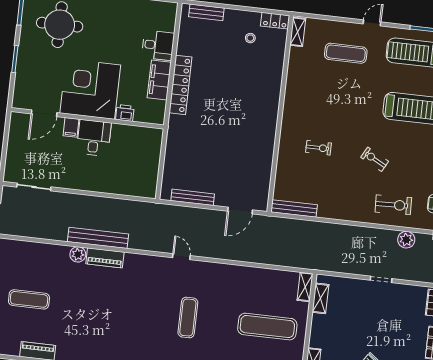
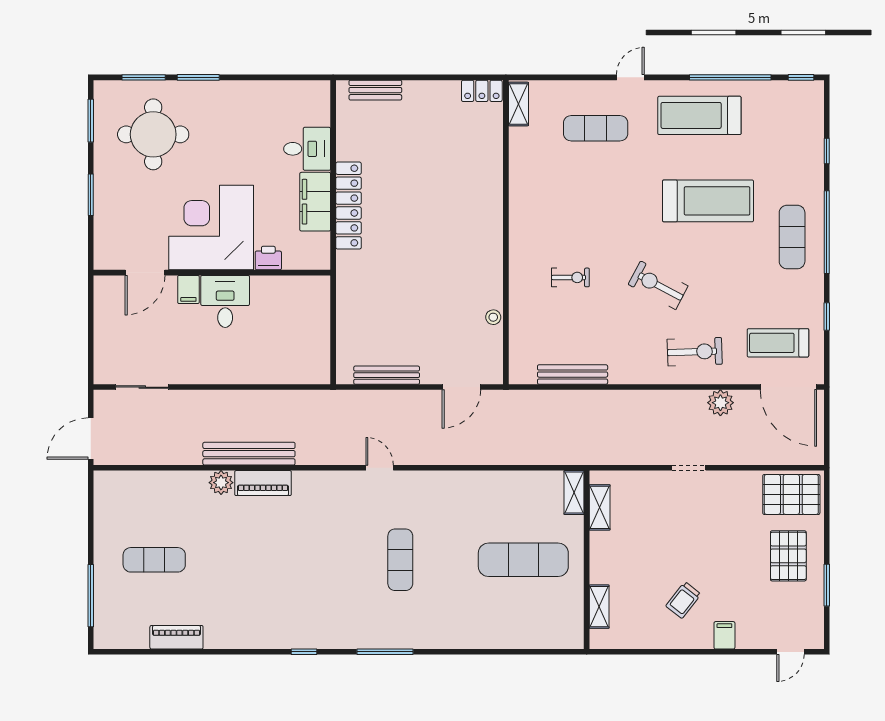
stool: (250, 38) -> (493, 317), moved
exercise bike: (375, 159) -> (658, 285), width x1.38, depth x1.39
bench: (294, 208) -> (573, 375), moved

